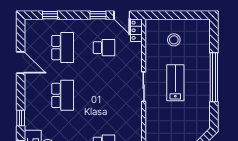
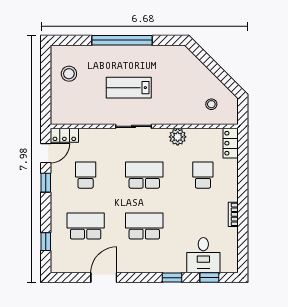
stool: (174, 40) -> (69, 74), moved
school desk: (104, 95) -> (144, 175), added
plant: (135, 122) -> (178, 137), added

